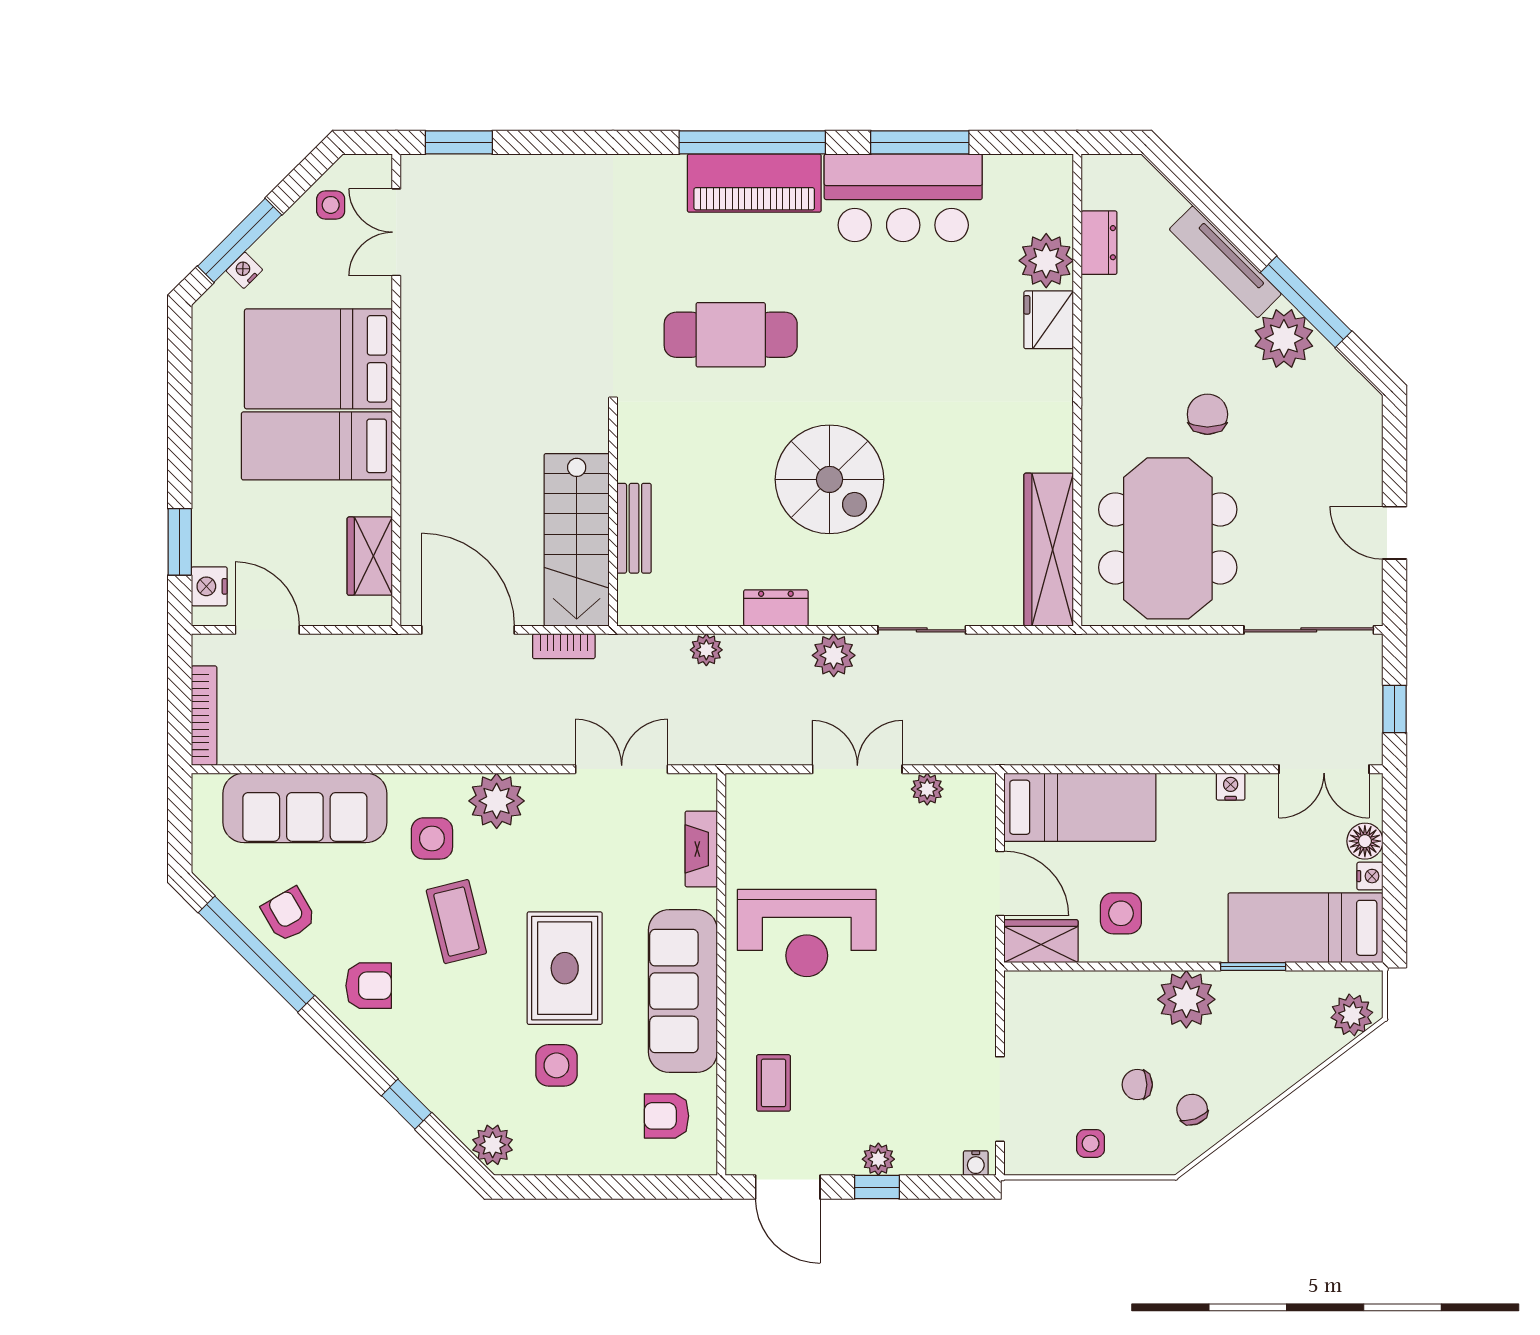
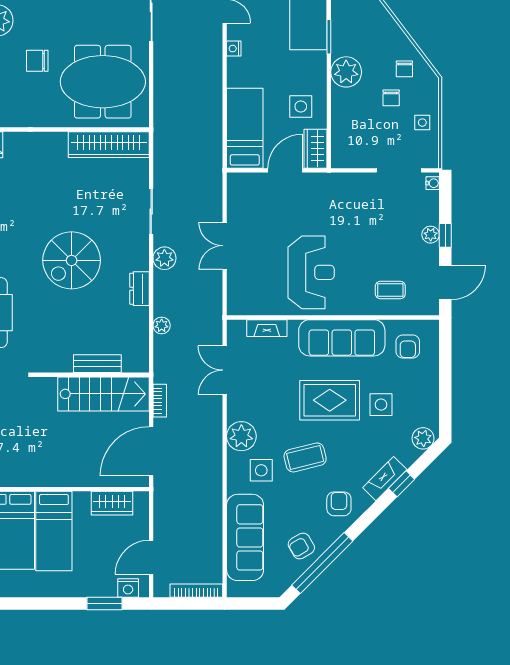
spiral stairs: (829, 479) -> (72, 260), turned 180
plant: (927, 789) -> (235, 209), removed
fireplace: (416, 1072) -> (385, 479), added
chair: (1192, 1110) -> (404, 69), turned -70

